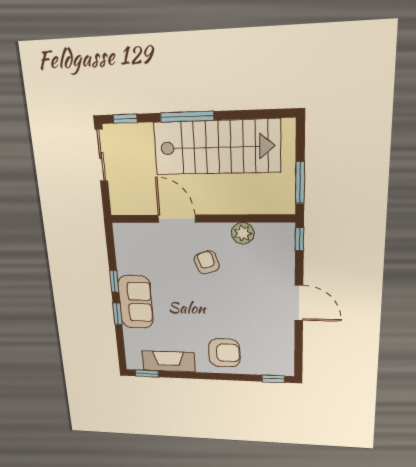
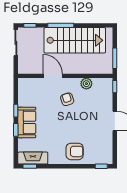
fireplace: (169, 361) -> (33, 158), moved

